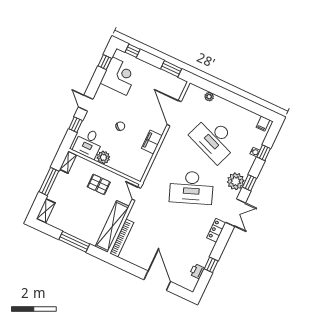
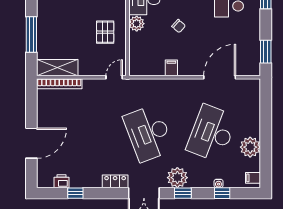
plant: (209, 97) -> (250, 147), moved, width x1.88, depth x1.88
filing cabinet: (152, 142) -> (171, 68), width x0.50
shelving: (112, 226) -> (57, 68), width x0.68

